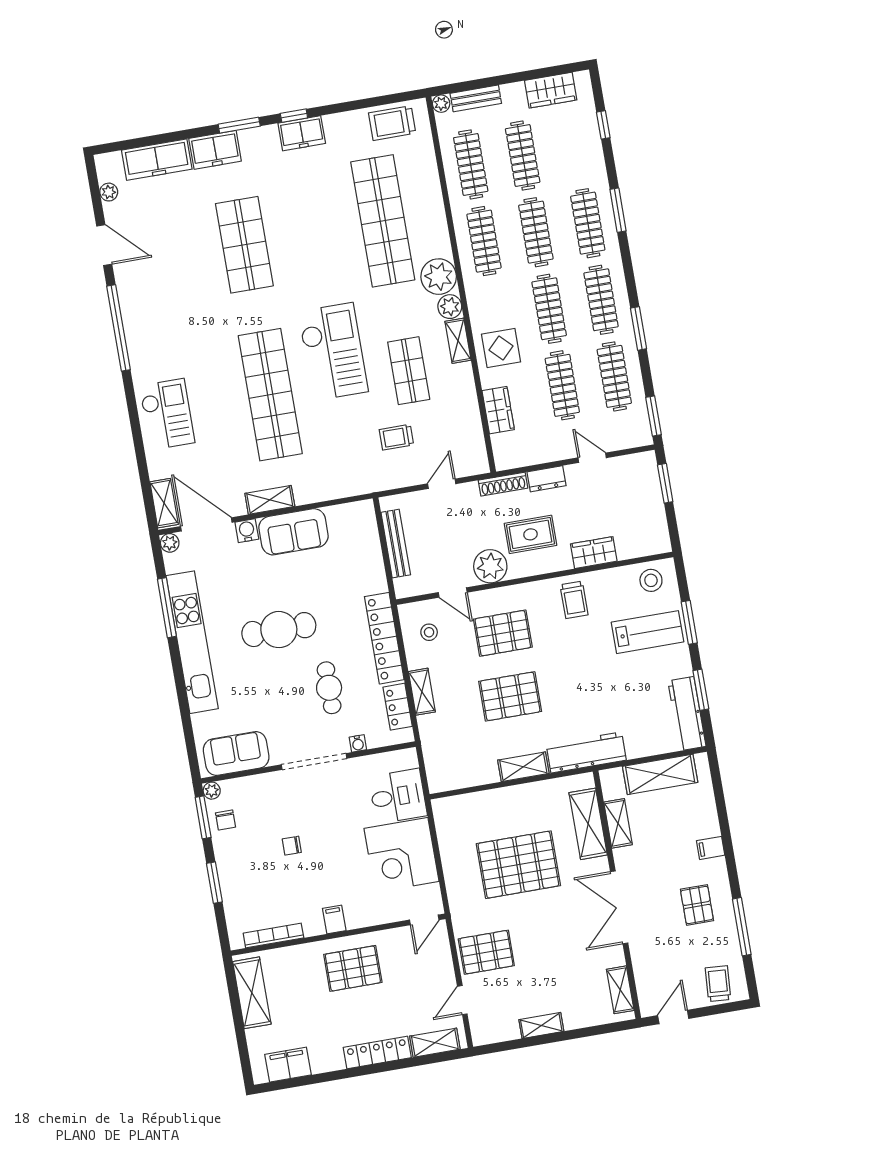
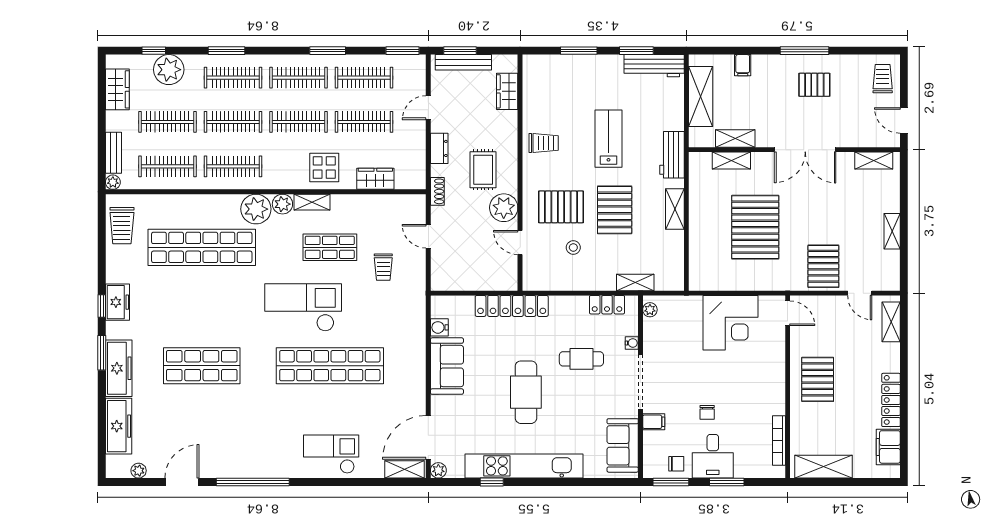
plant: (584, 146) -> (169, 70), added
freezer: (215, 150) -> (119, 368), width x1.40
shoe rack: (503, 484) -> (437, 191), width x0.70
shelving: (270, 500) -> (417, 381), removed
water cooler: (247, 531) -> (439, 327), moved
bench: (396, 544) -> (463, 62), moved
wardrobe: (594, 553) -> (507, 91), moved
stool: (651, 580) -> (538, 76), removed
door: (453, 592) -> (520, 243), swing flipped
window: (167, 608) -> (492, 482), width x0.46
stool: (429, 632) -> (573, 247), moved
lab bench: (647, 632) -> (608, 139), moved
pallet: (503, 633) -> (561, 207), turned 90
locker: (384, 638) -> (512, 306), moved
shelving: (422, 692) -> (635, 282), moved
workbench: (586, 752) -> (672, 155), width x0.73
plant: (212, 791) -> (650, 310), moved
desk: (398, 796) -> (713, 456), moved, turned 180
shelving: (588, 824) -> (731, 161), width x0.67, depth x0.75
filing cabinet: (711, 848) -> (743, 65), moved
filing cabinet: (334, 919) -> (654, 422), moved, turned 180
window: (742, 927) -> (805, 51), moved
trolley: (718, 984) -> (883, 79), turned 86
locker: (377, 1052) -> (891, 400), moved

